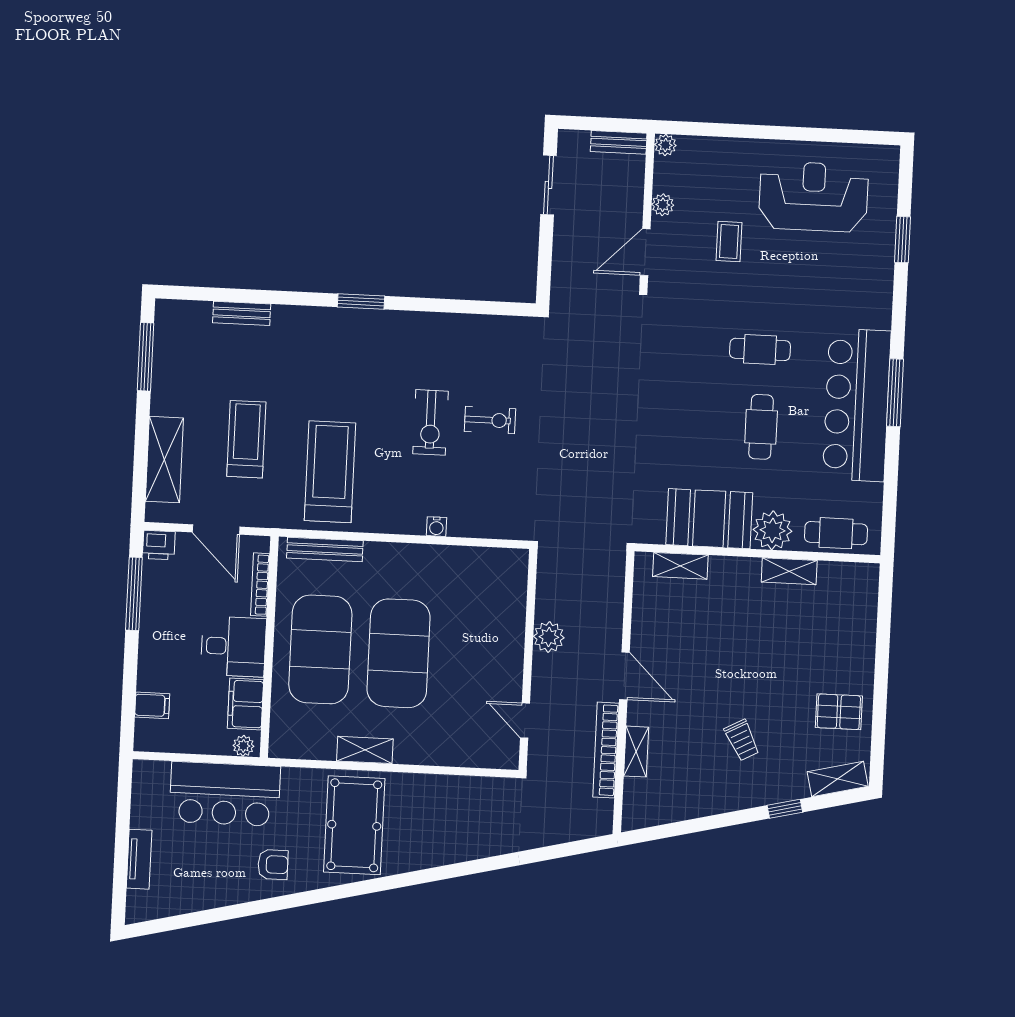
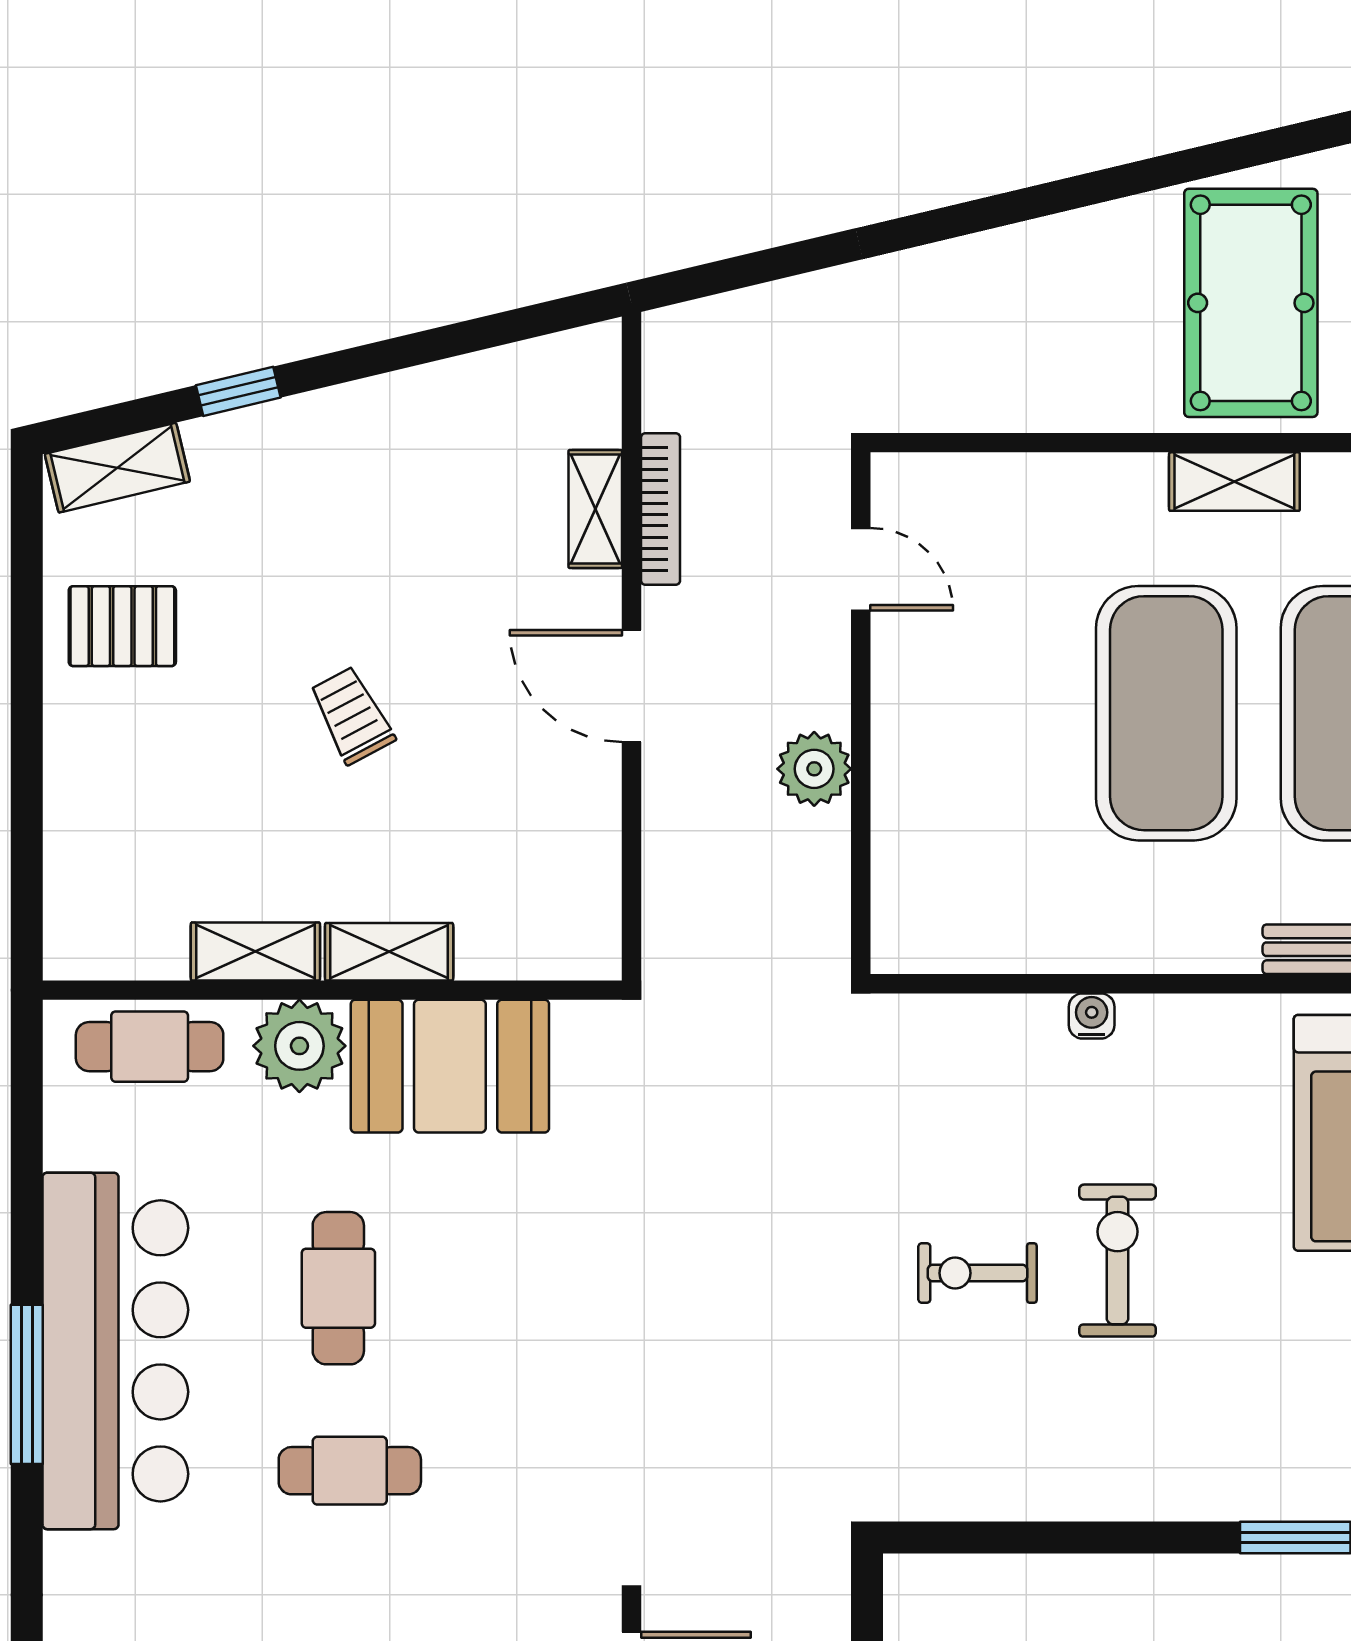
shelving: (680, 566) -> (389, 952), moved
trolley: (742, 740) -> (352, 715), moved
bookcase: (606, 750) -> (661, 509), width x0.68, depth x0.76

